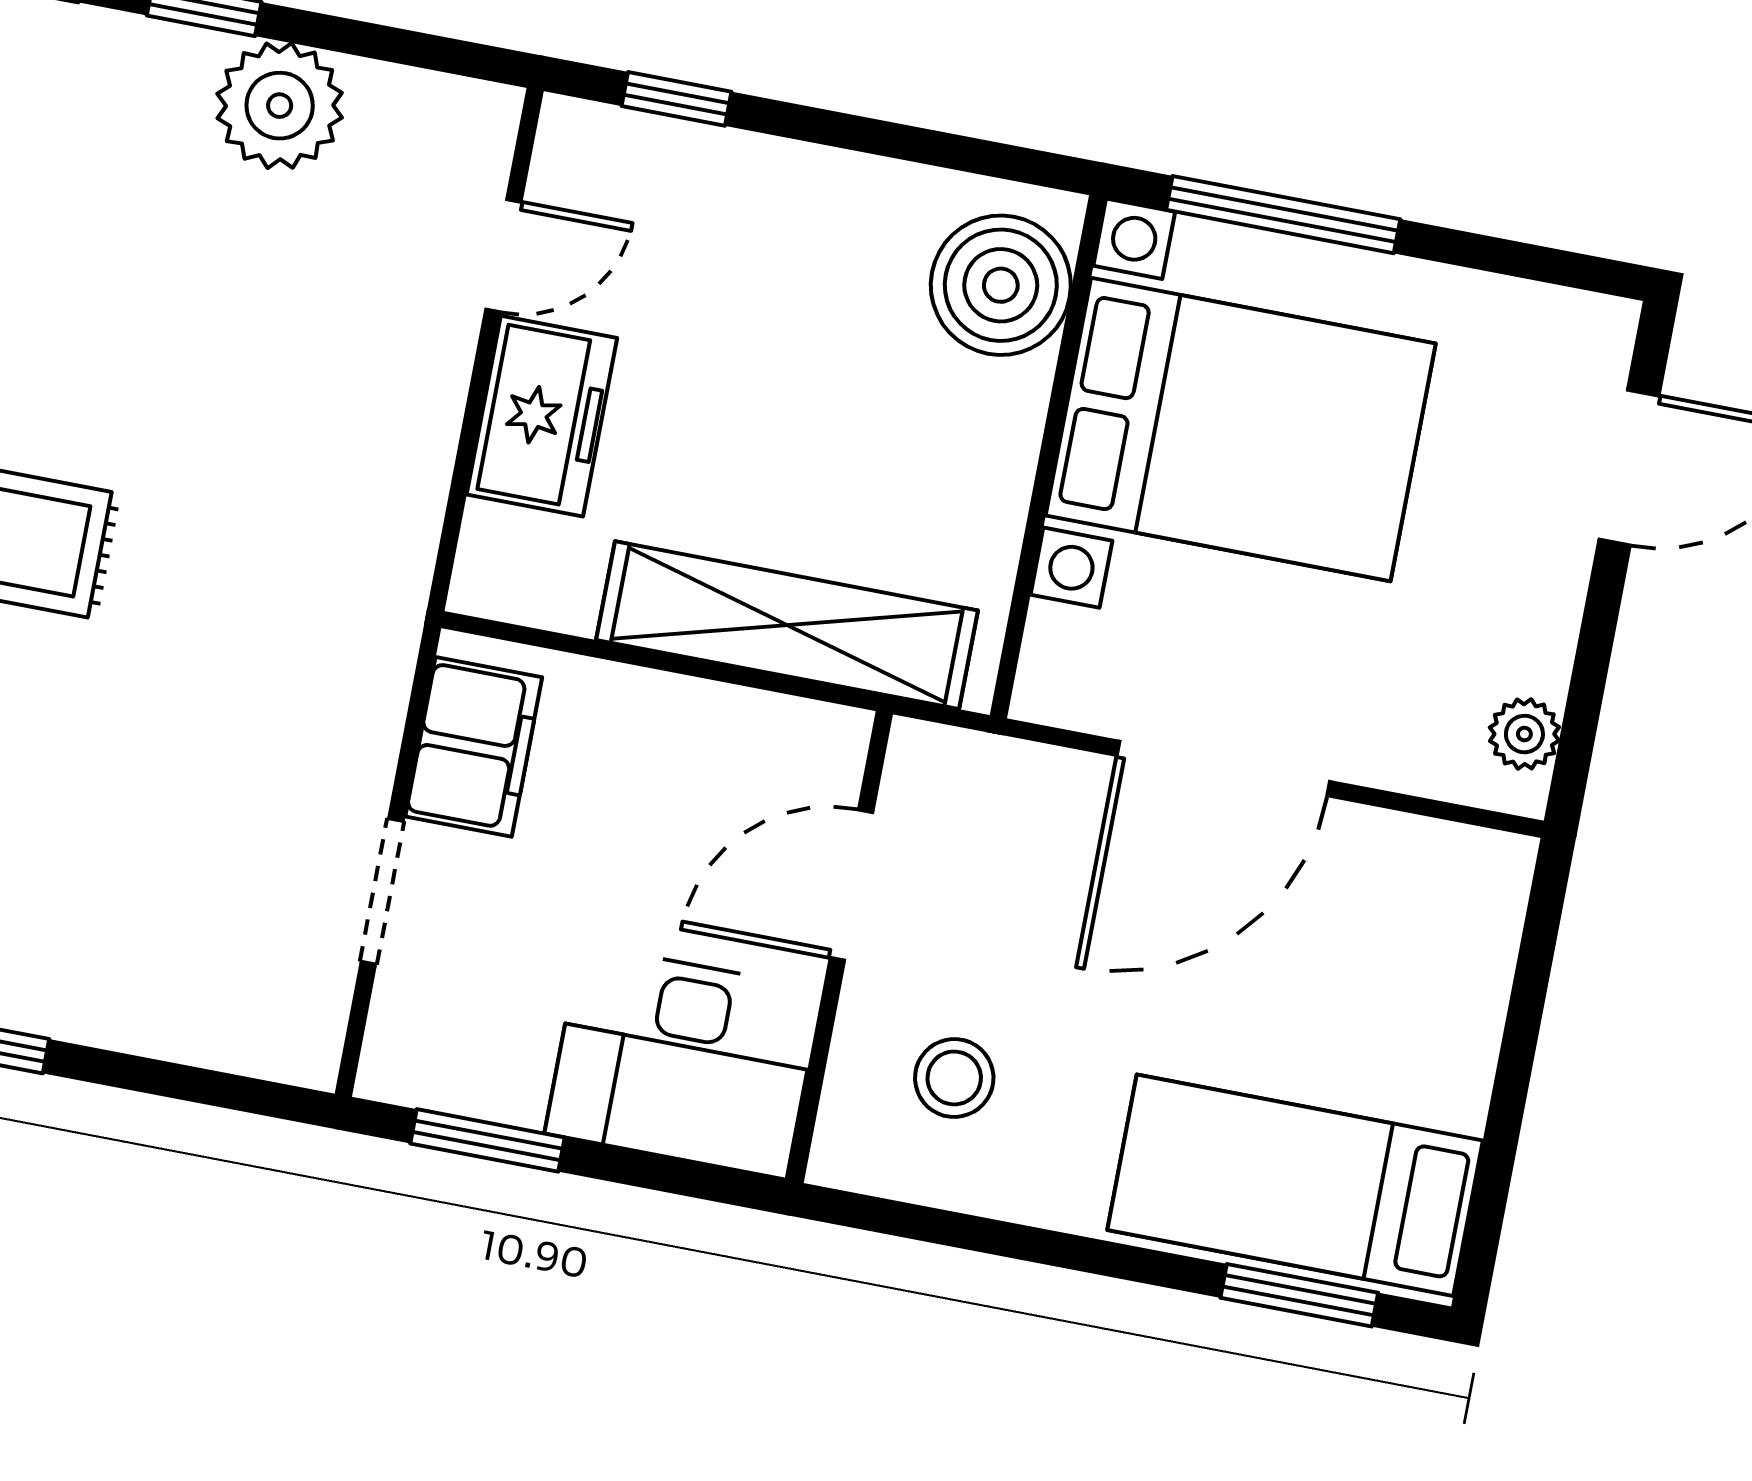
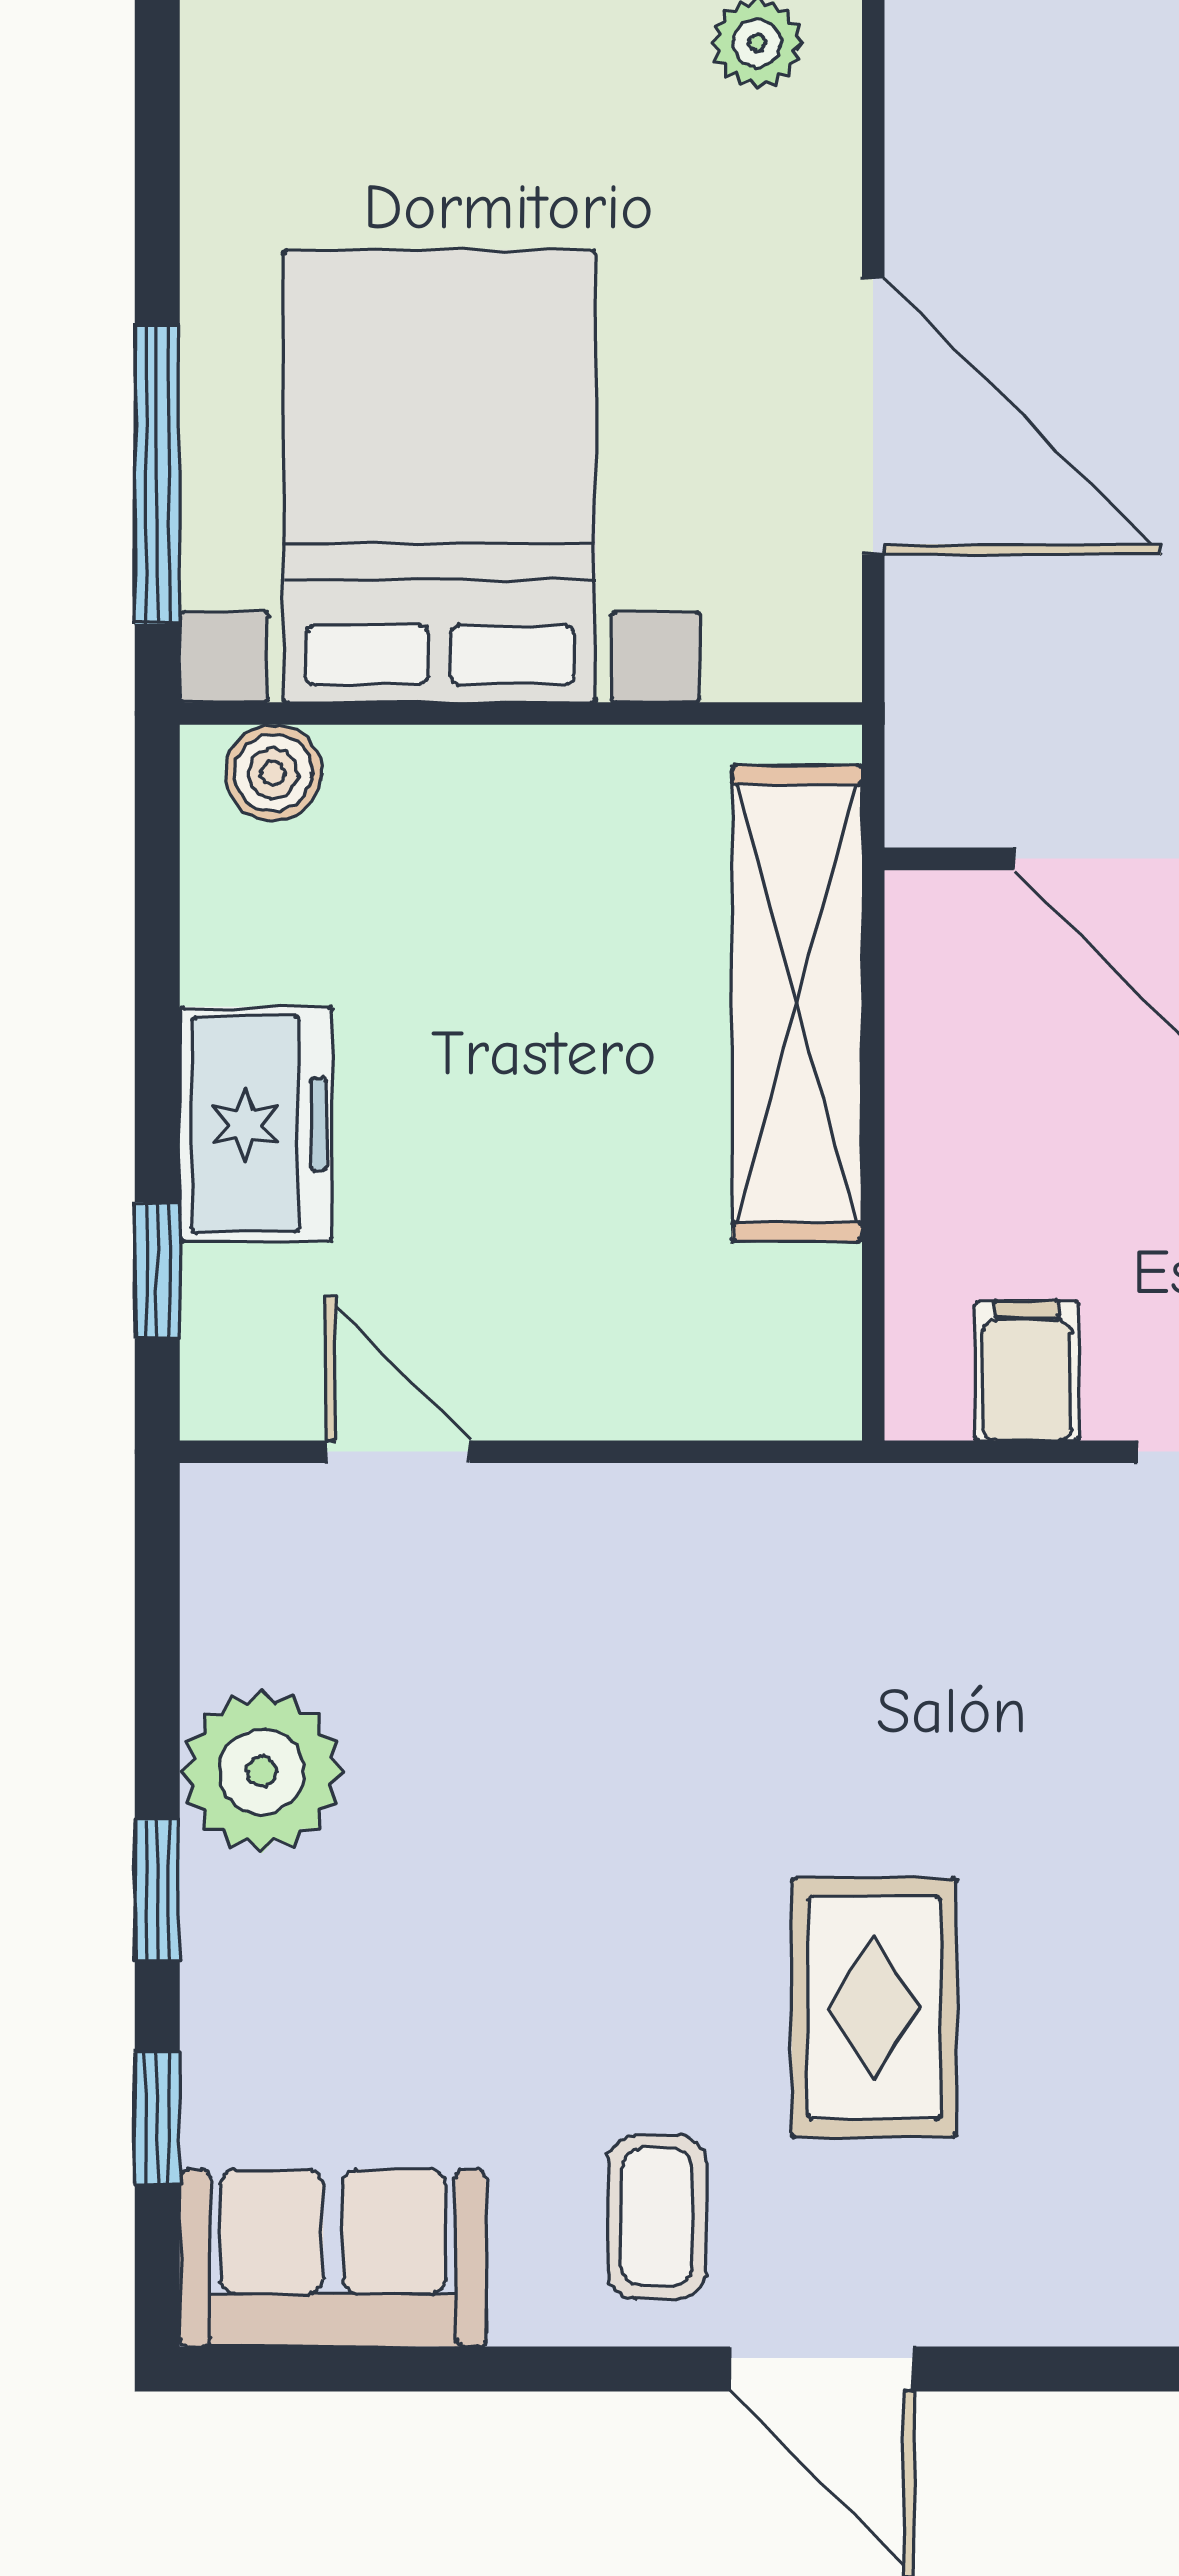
boiler: (1001, 285) -> (273, 773), width x0.54, depth x0.54
freezer: (542, 416) -> (256, 1124), moved, turned 90
filing cabinet: (474, 747) -> (1027, 1371), width x0.50

